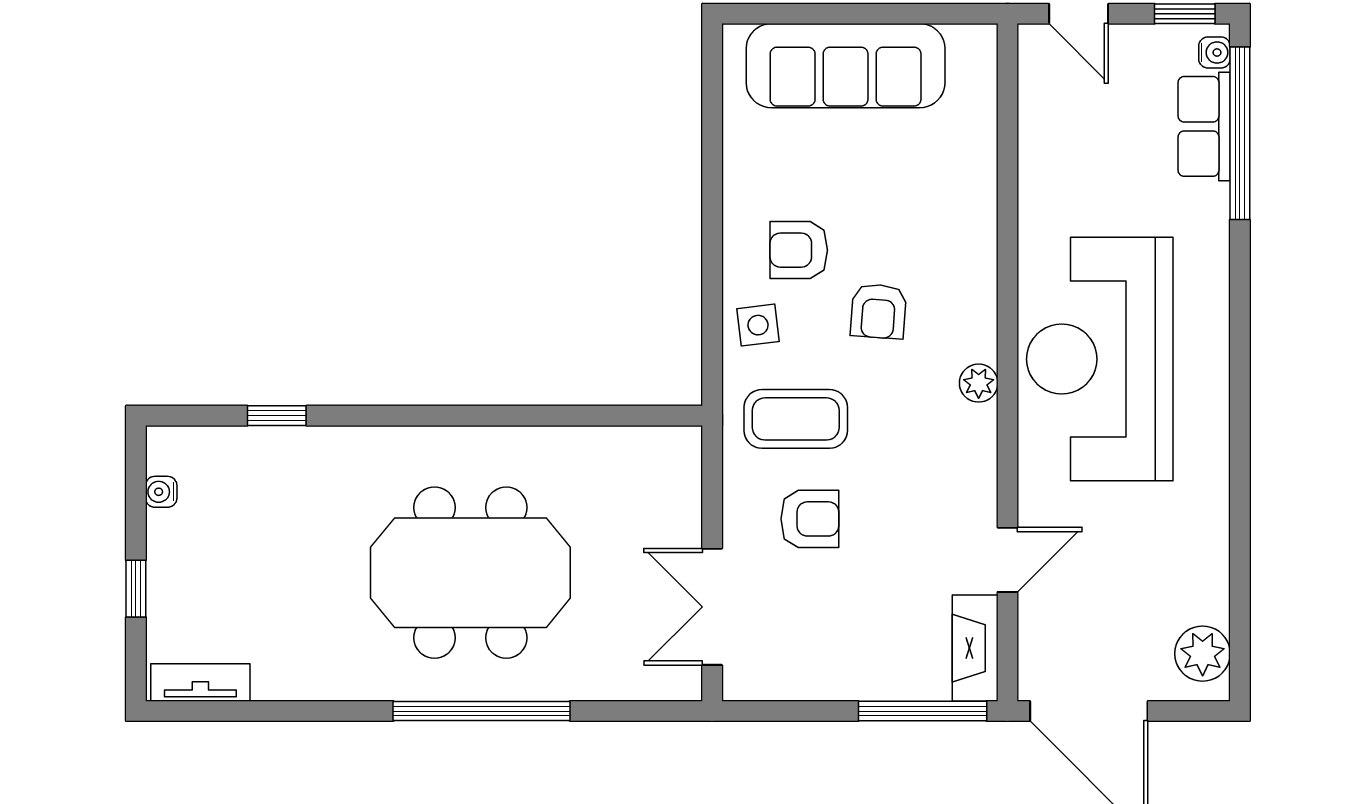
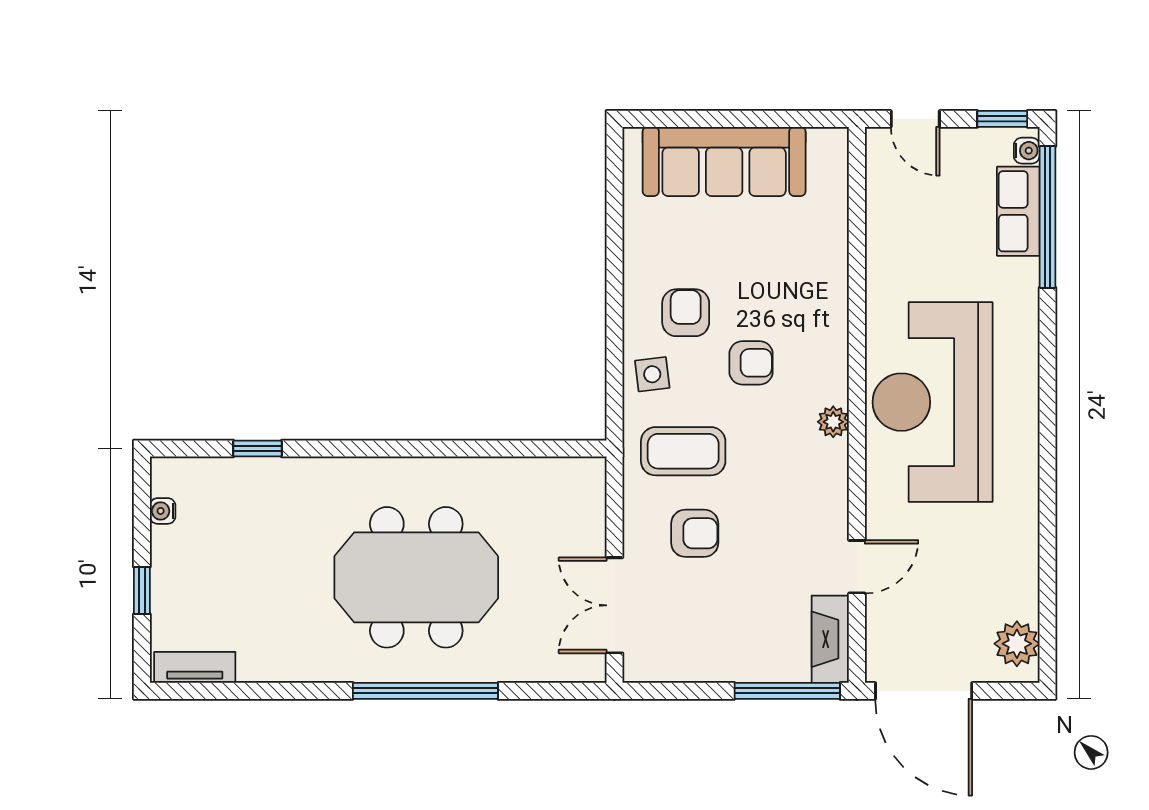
armchair: (799, 250) -> (686, 313), turned 90
armchair: (878, 311) -> (751, 363), turned -94

